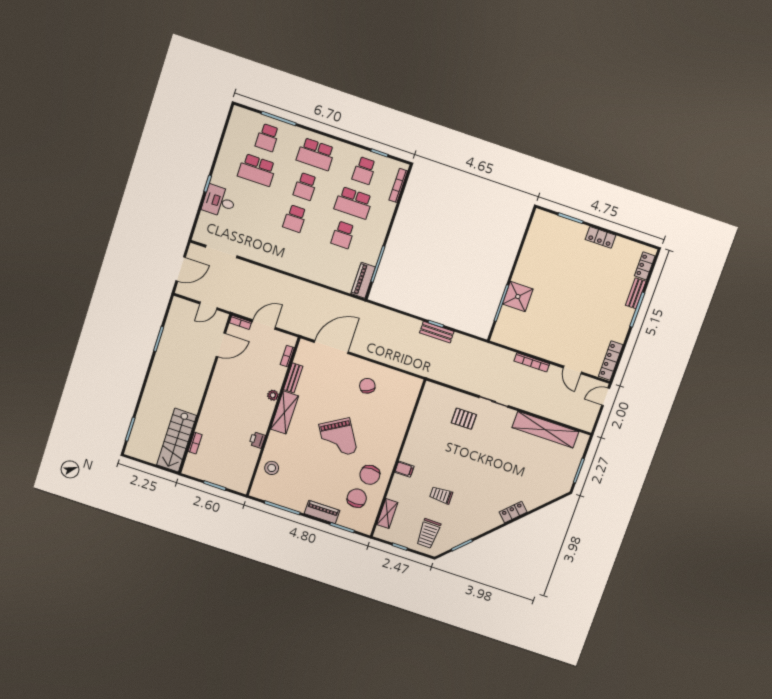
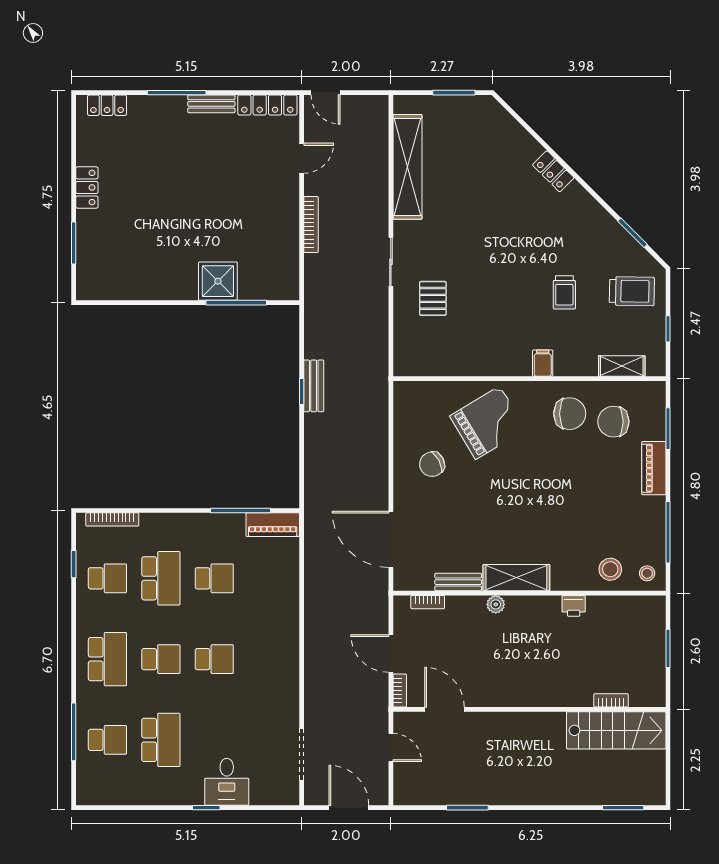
bench: (636, 293) -> (211, 104), moved
grand piano: (338, 438) -> (488, 423), moved
stool: (262, 488) -> (647, 573), added

